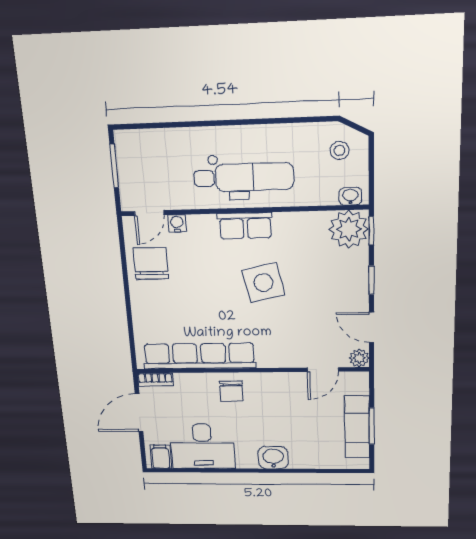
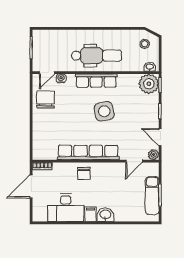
row of seats: (245, 226) -> (96, 81), width x1.48
row of seats: (199, 356) -> (88, 152), moved
filing cabinet: (161, 457) -> (90, 214), moved

